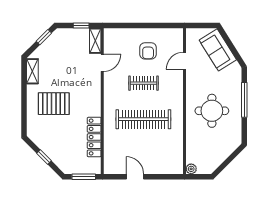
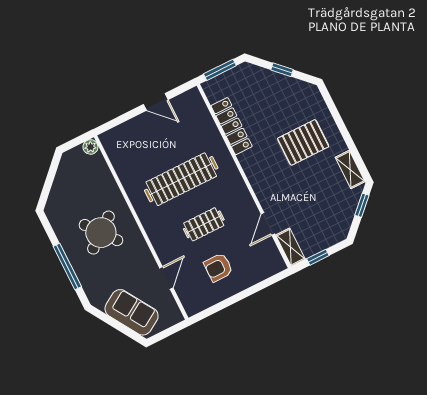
window: (44, 37) -> (362, 205), moved
armchair: (148, 51) -> (218, 267), turned -90
round table: (212, 111) -> (101, 233), turned -38

